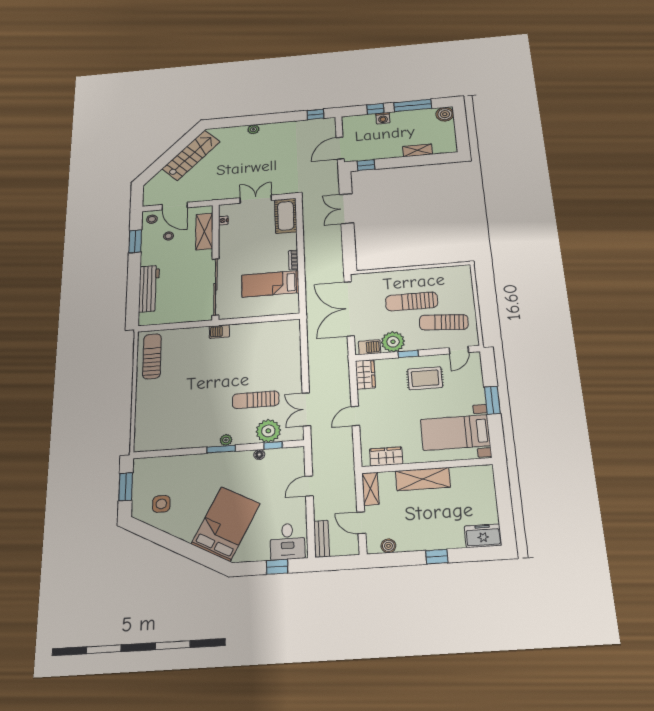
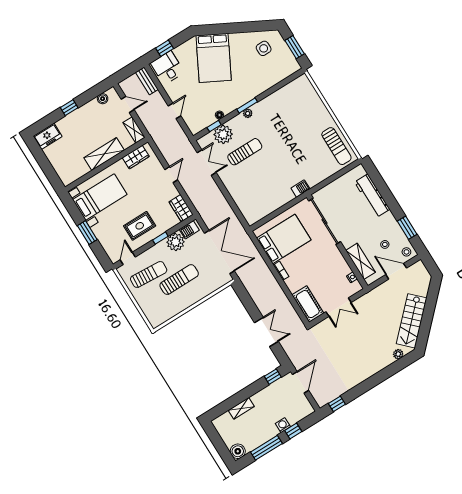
plant: (253, 129) -> (398, 354), moved
bed: (270, 284) -> (284, 239), width x1.50

